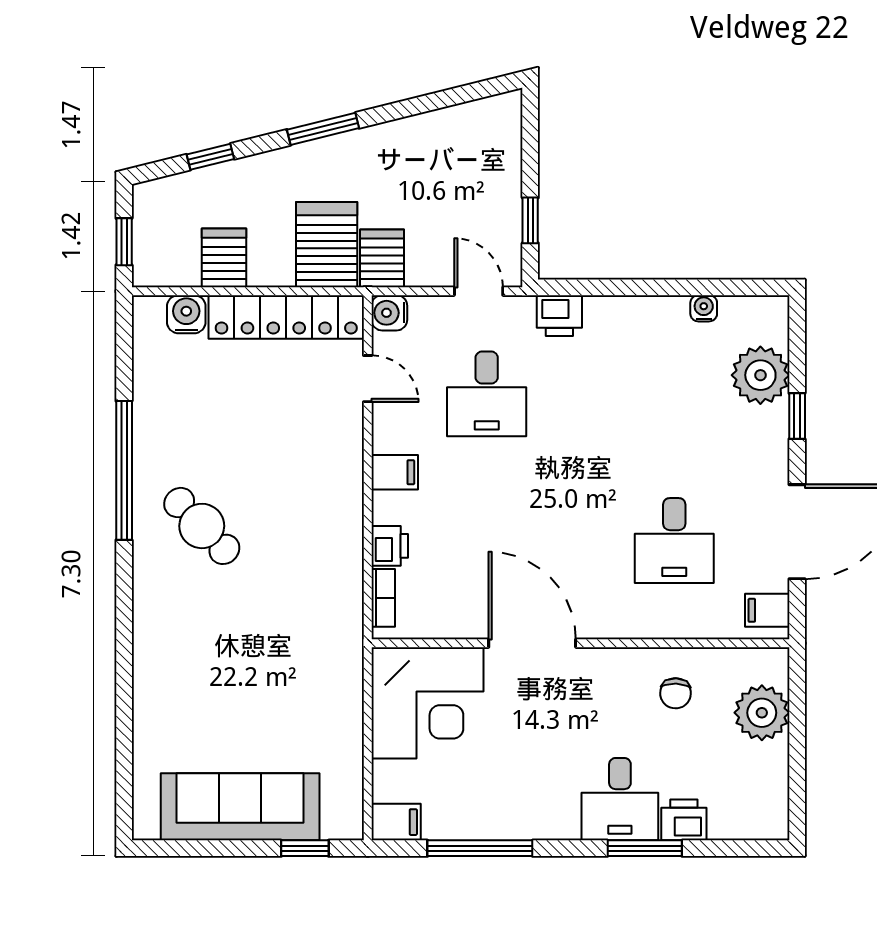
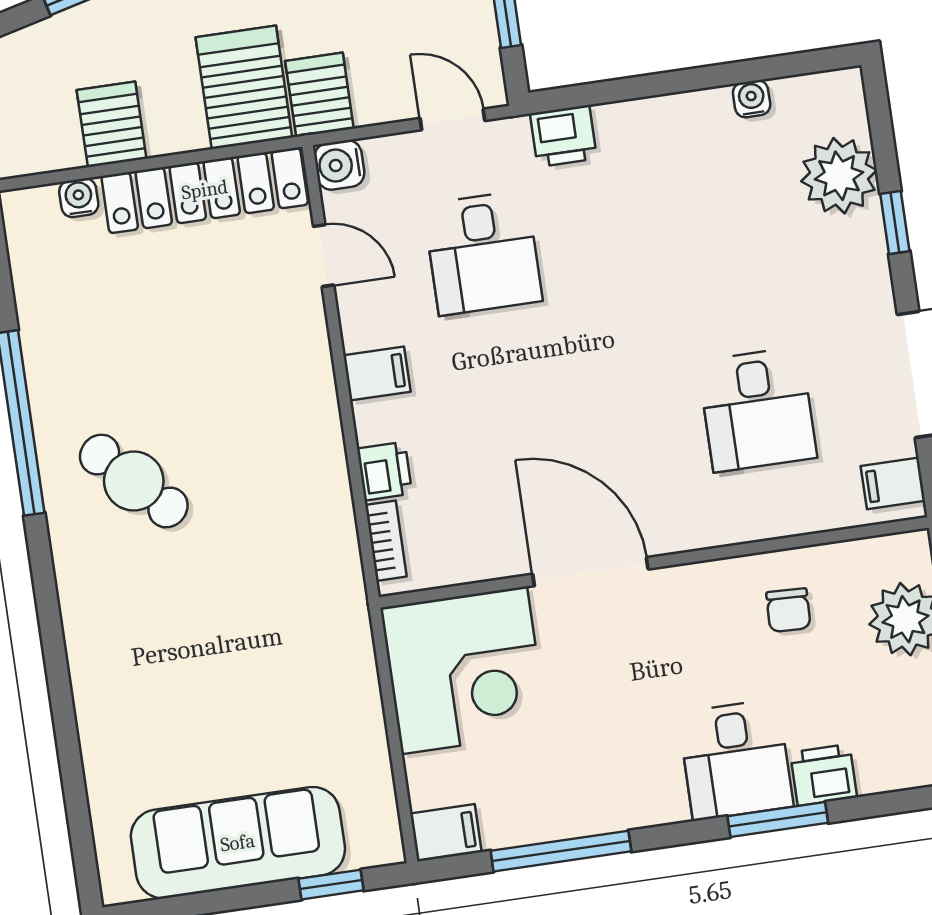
water cooler: (186, 314) -> (79, 198), width x0.72, depth x0.72

